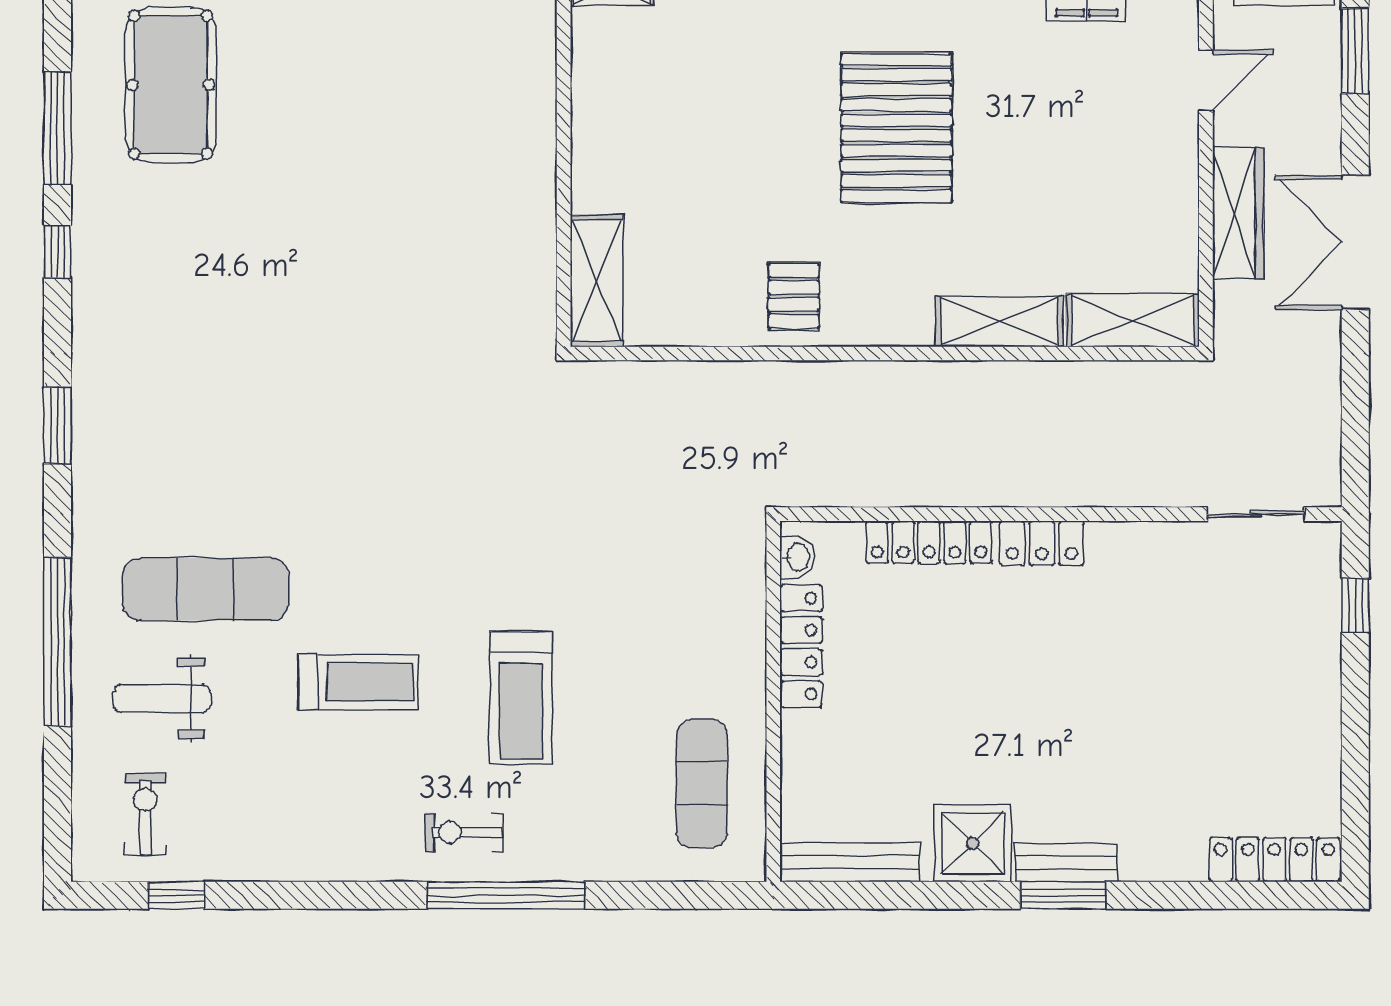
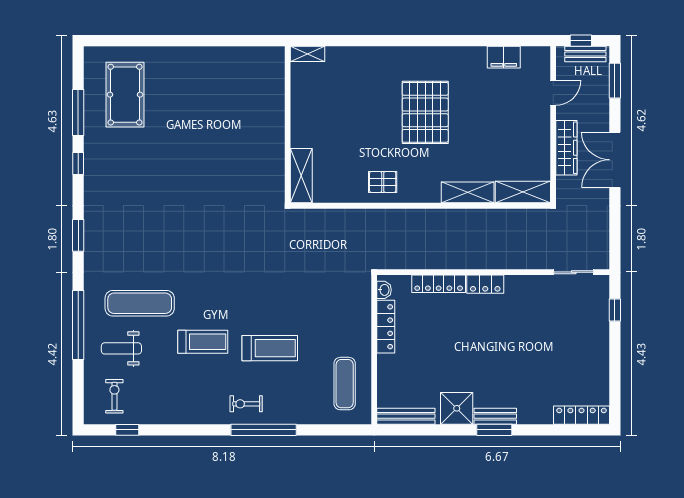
pallet: (794, 296) -> (383, 182), turned 90
treadmill: (521, 698) -> (270, 348), turned -90

